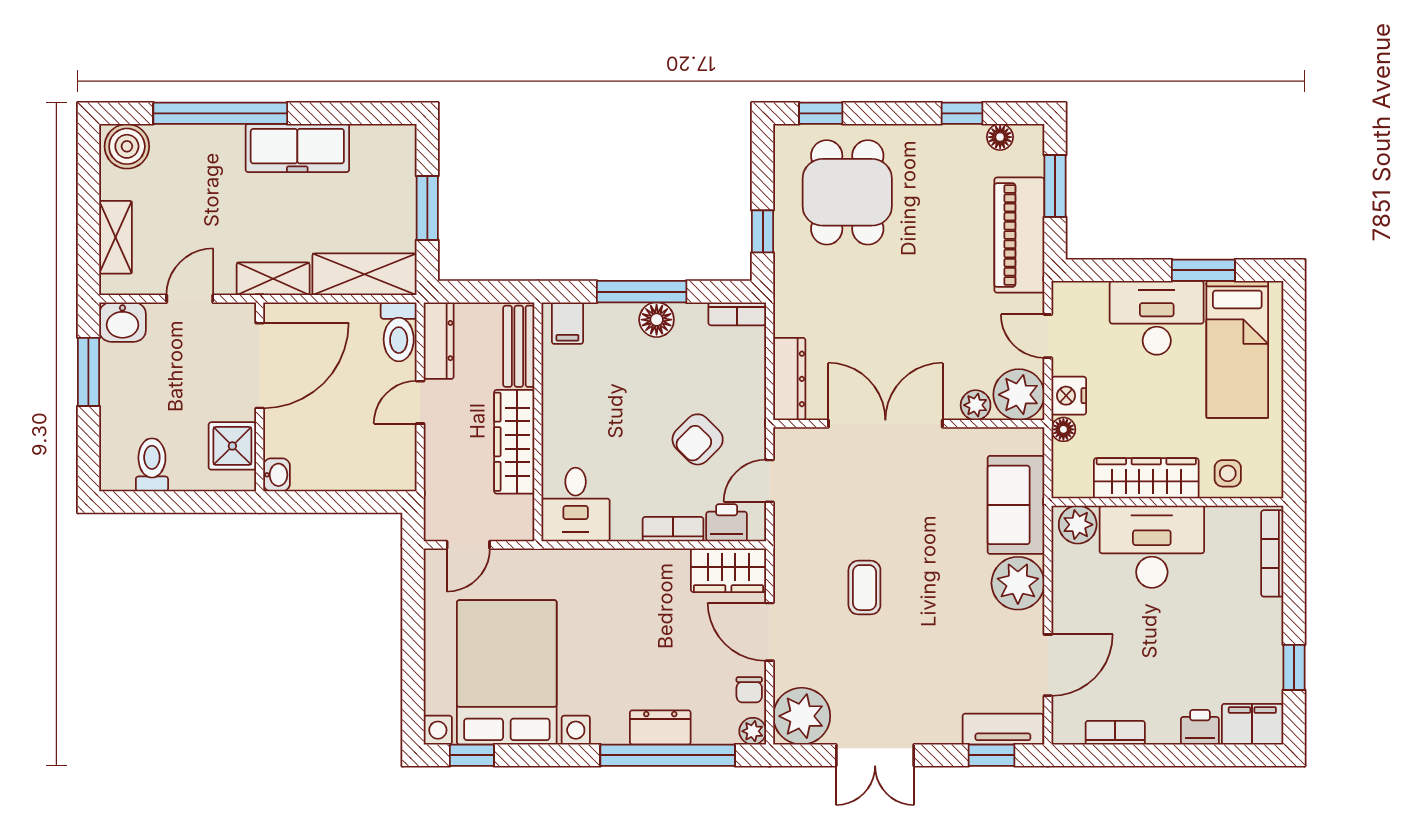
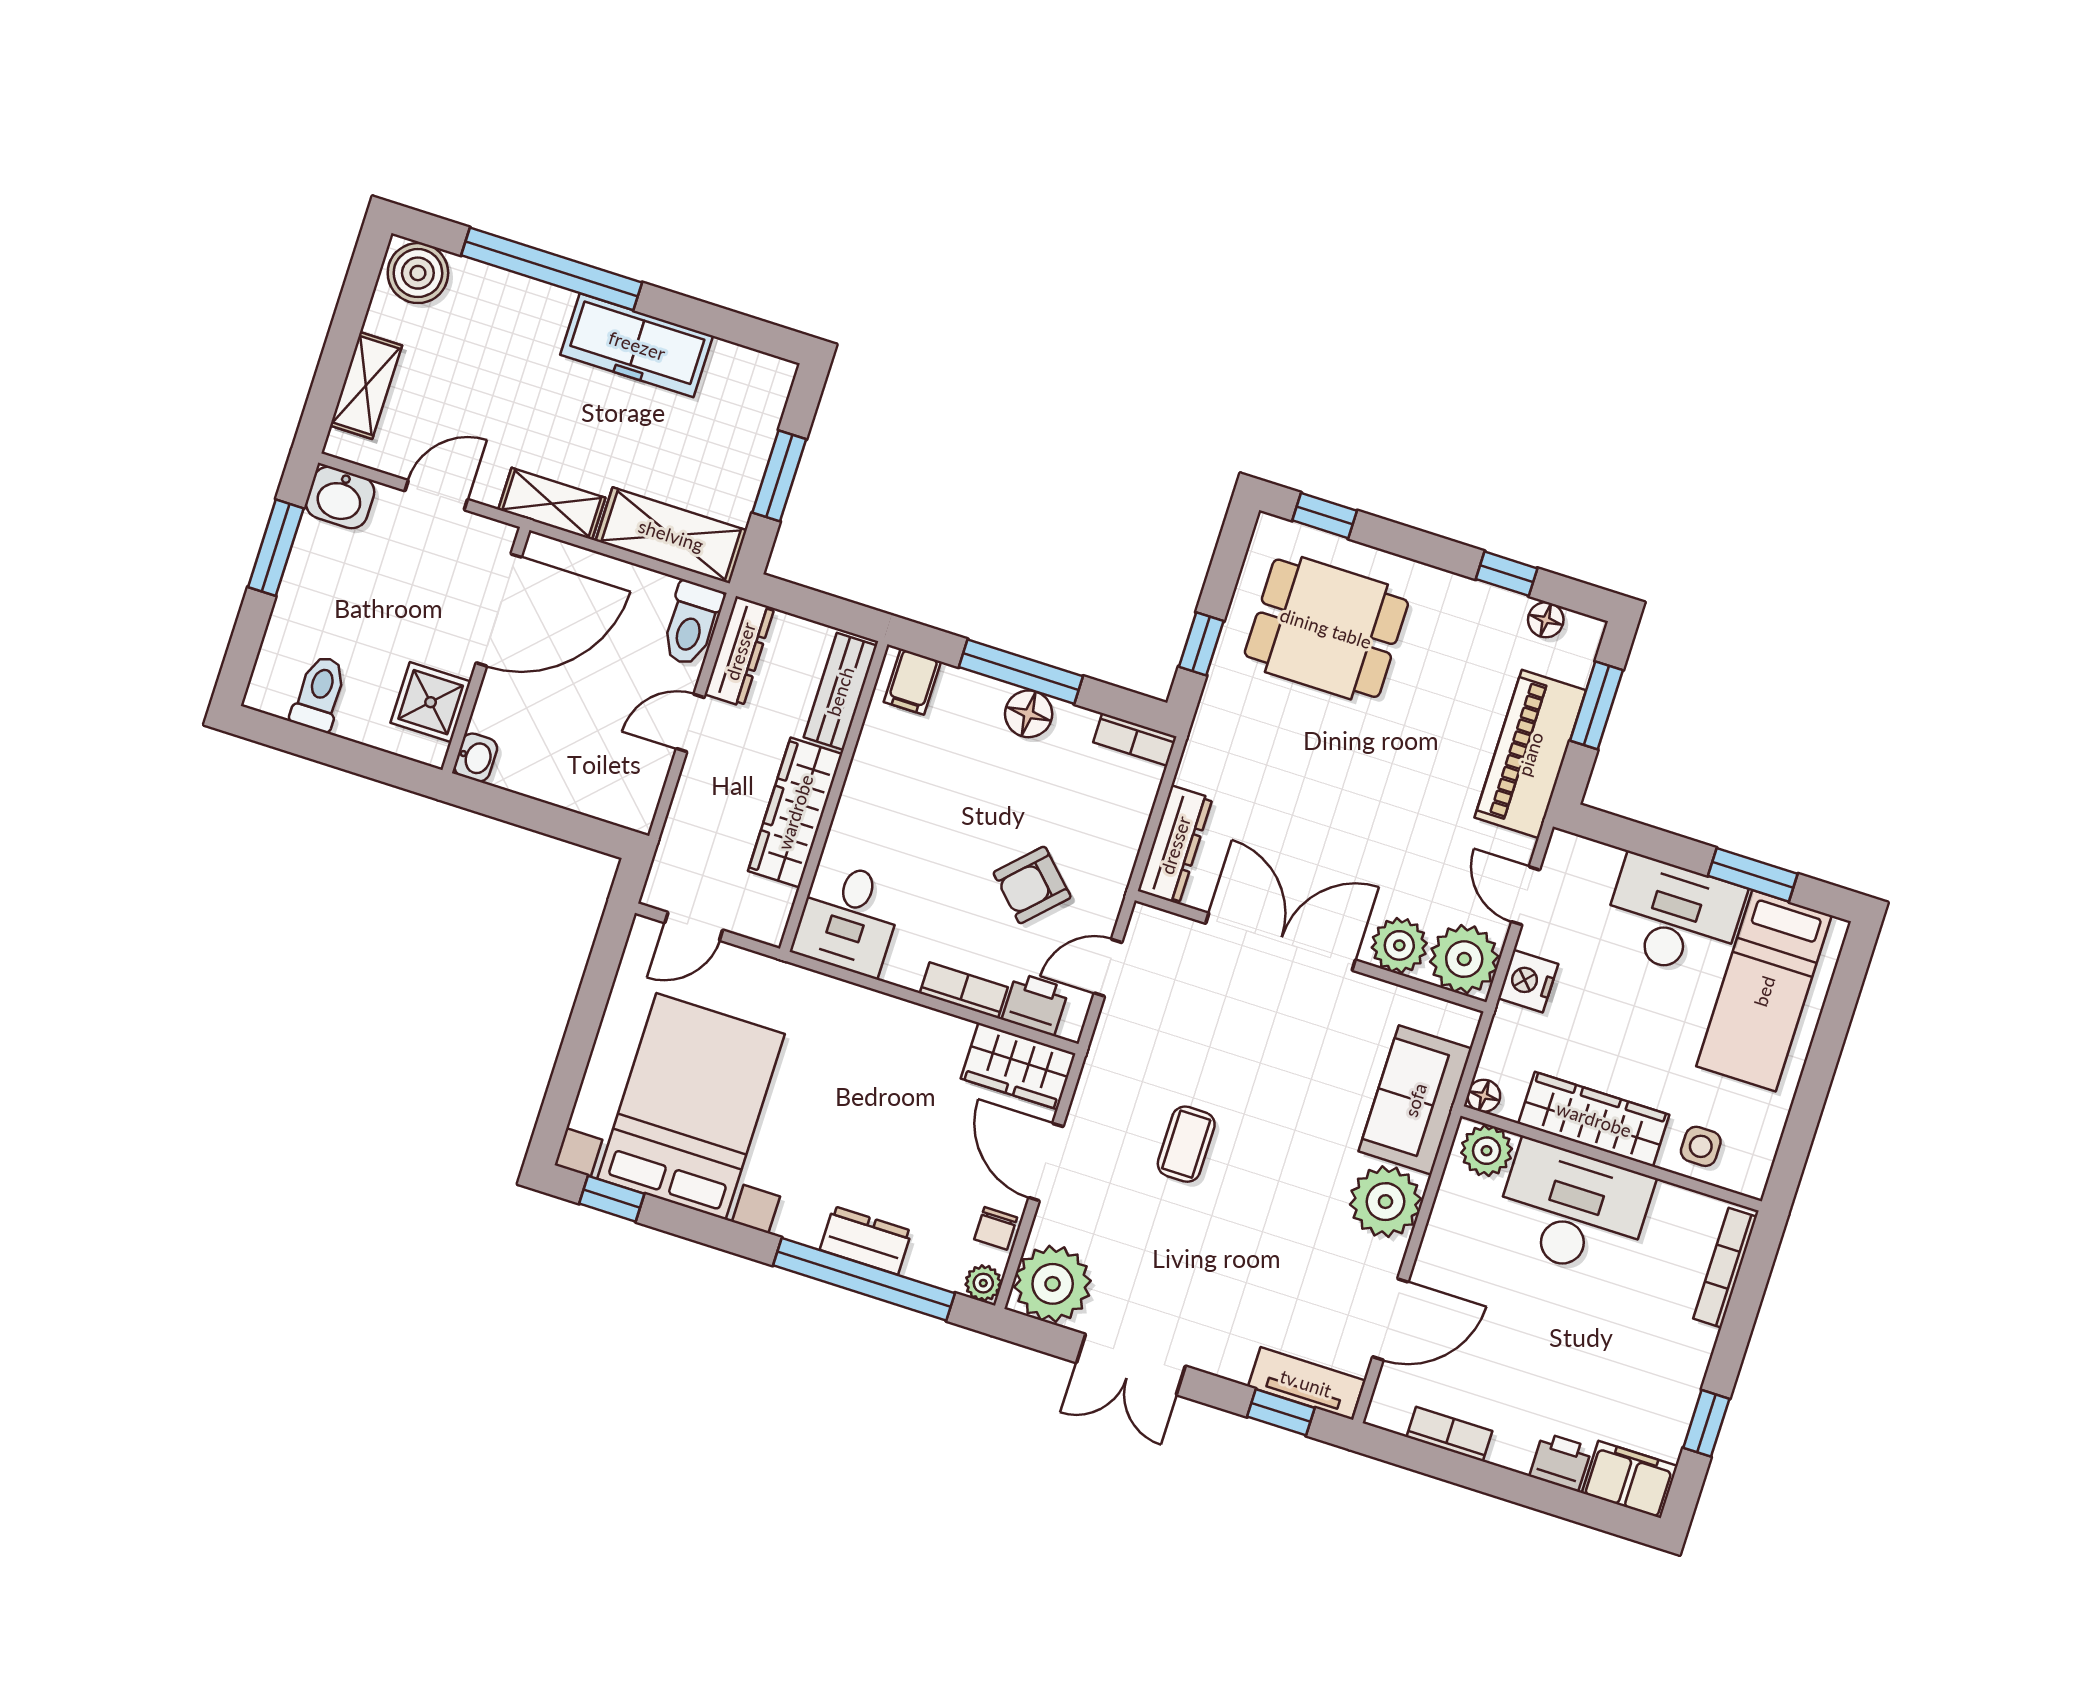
dining table: (847, 192) -> (1326, 628), turned 90
plant: (976, 405) -> (1399, 945), width x1.38, depth x1.38
floor lamp: (1063, 429) -> (1484, 1096), moved

